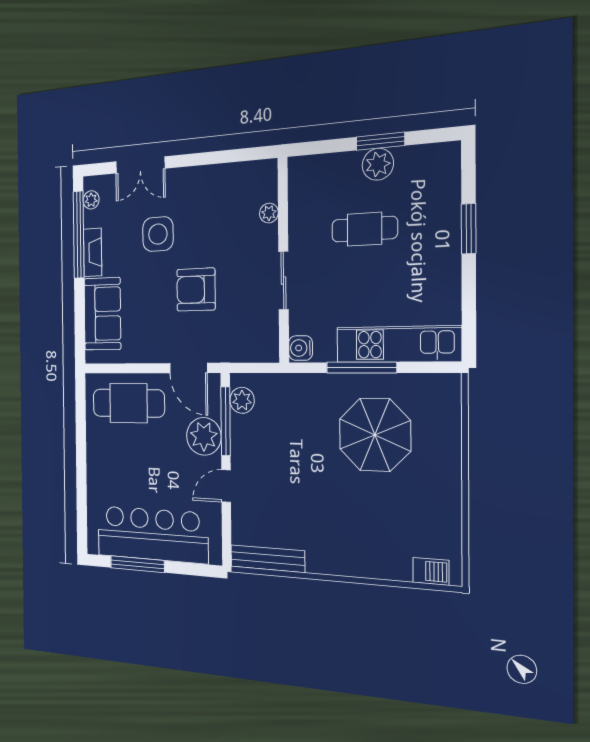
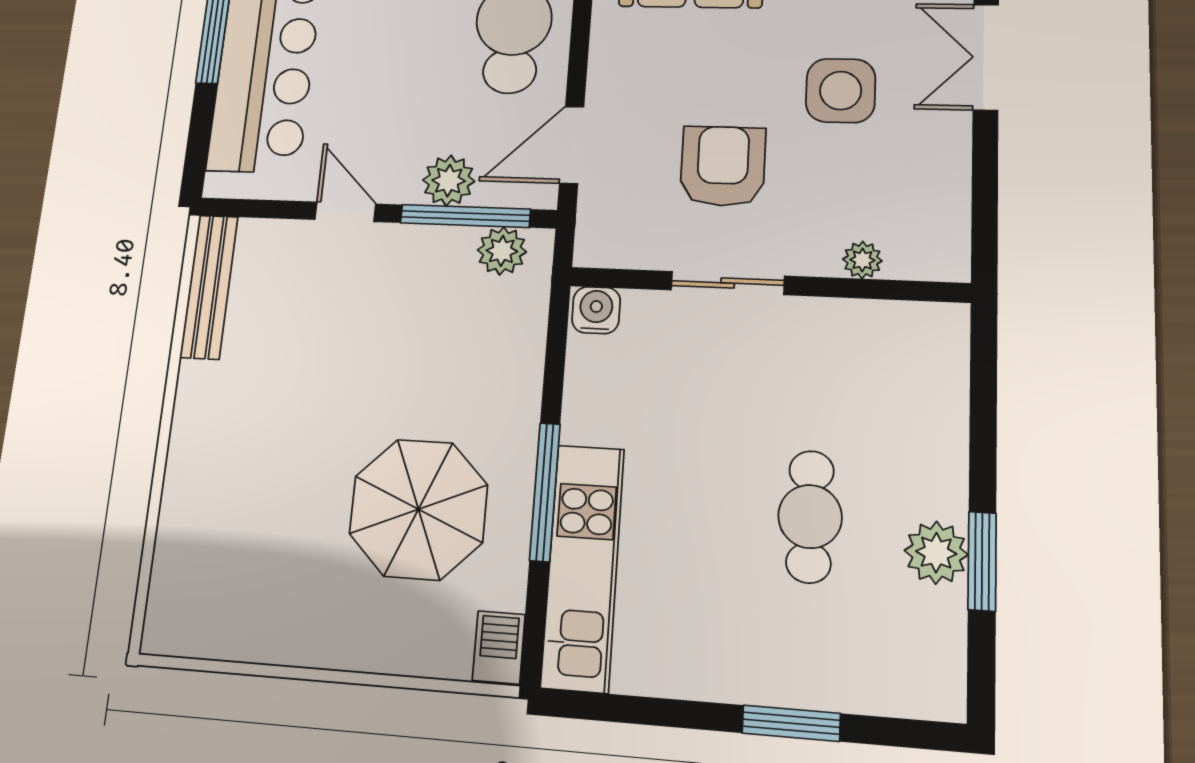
plant: (269, 213) -> (862, 260), moved
wall: (283, 260) -> (767, 285), moved
sliding door: (284, 281) -> (728, 283), moved
water cooler: (301, 348) -> (596, 310), moved
plant: (204, 436) -> (449, 181), width x0.73, depth x0.73
barbecue: (431, 571) -> (499, 647), moved, turned 180

